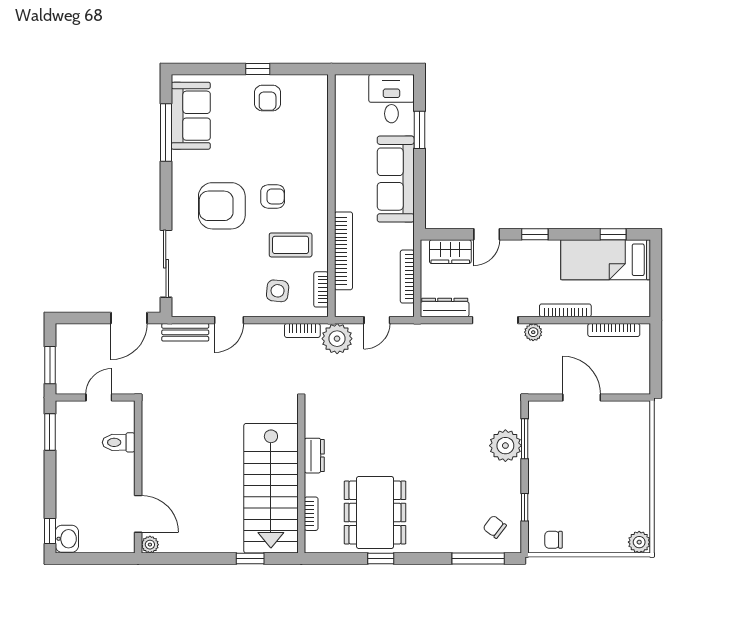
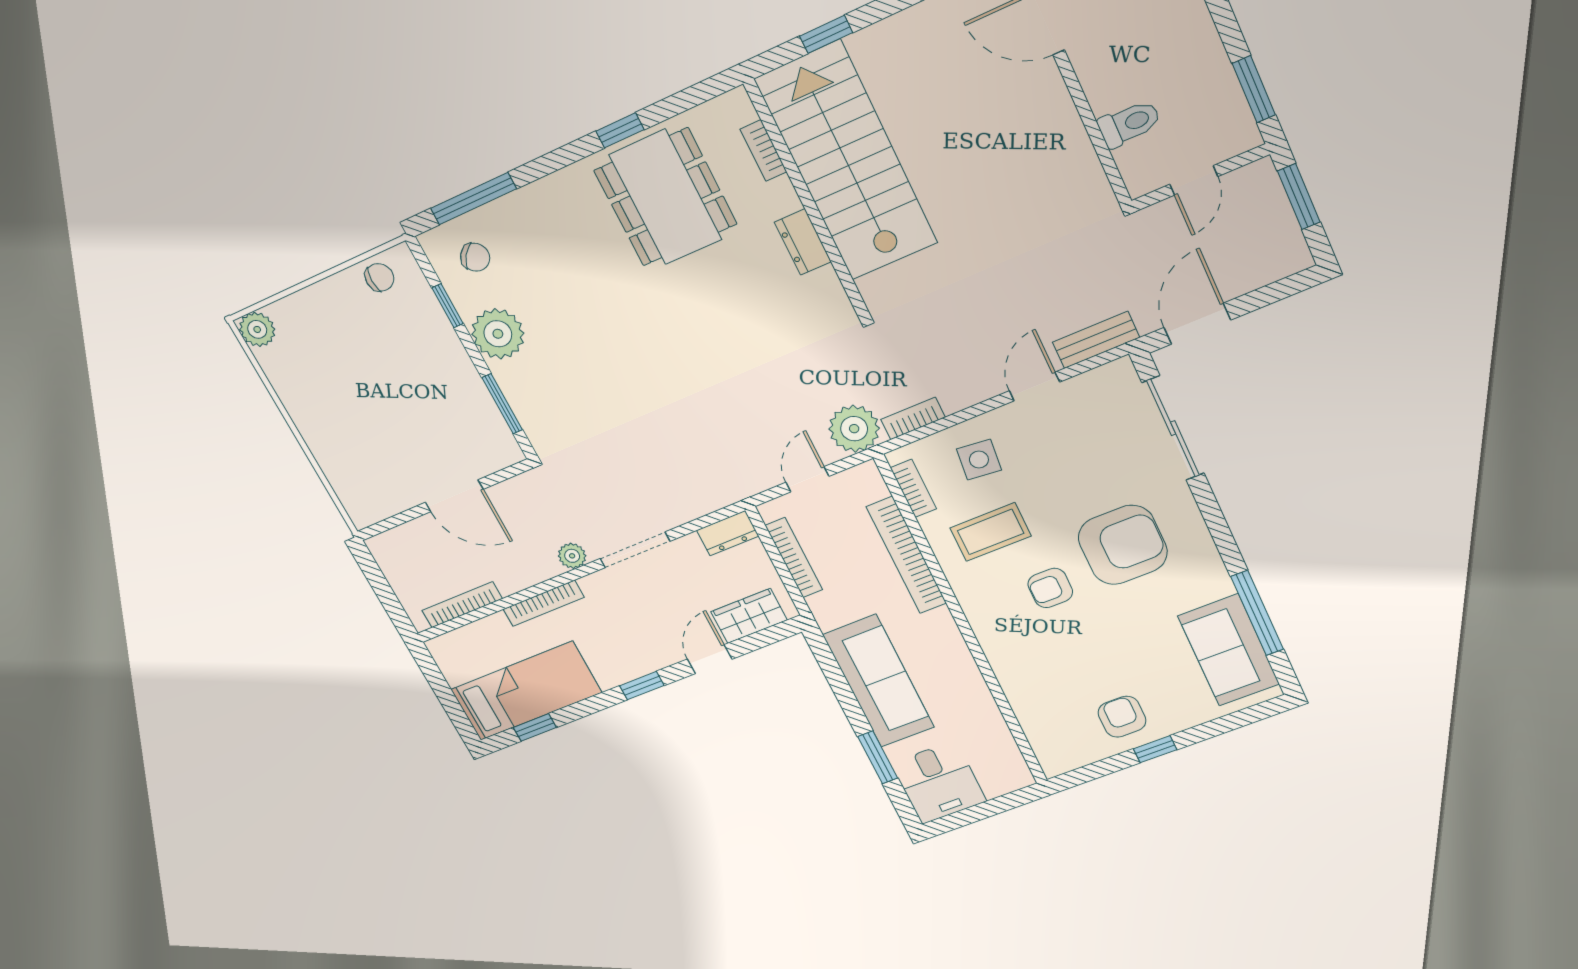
dresser: (445, 307) -> (728, 533), width x0.70
plant: (505, 446) -> (498, 334), moved

